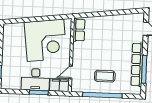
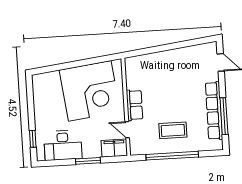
row of seats: (79, 30) -> (134, 105), moved
door: (71, 72) -> (127, 130), hinge flipped
desk: (35, 79) -> (63, 145), moved

